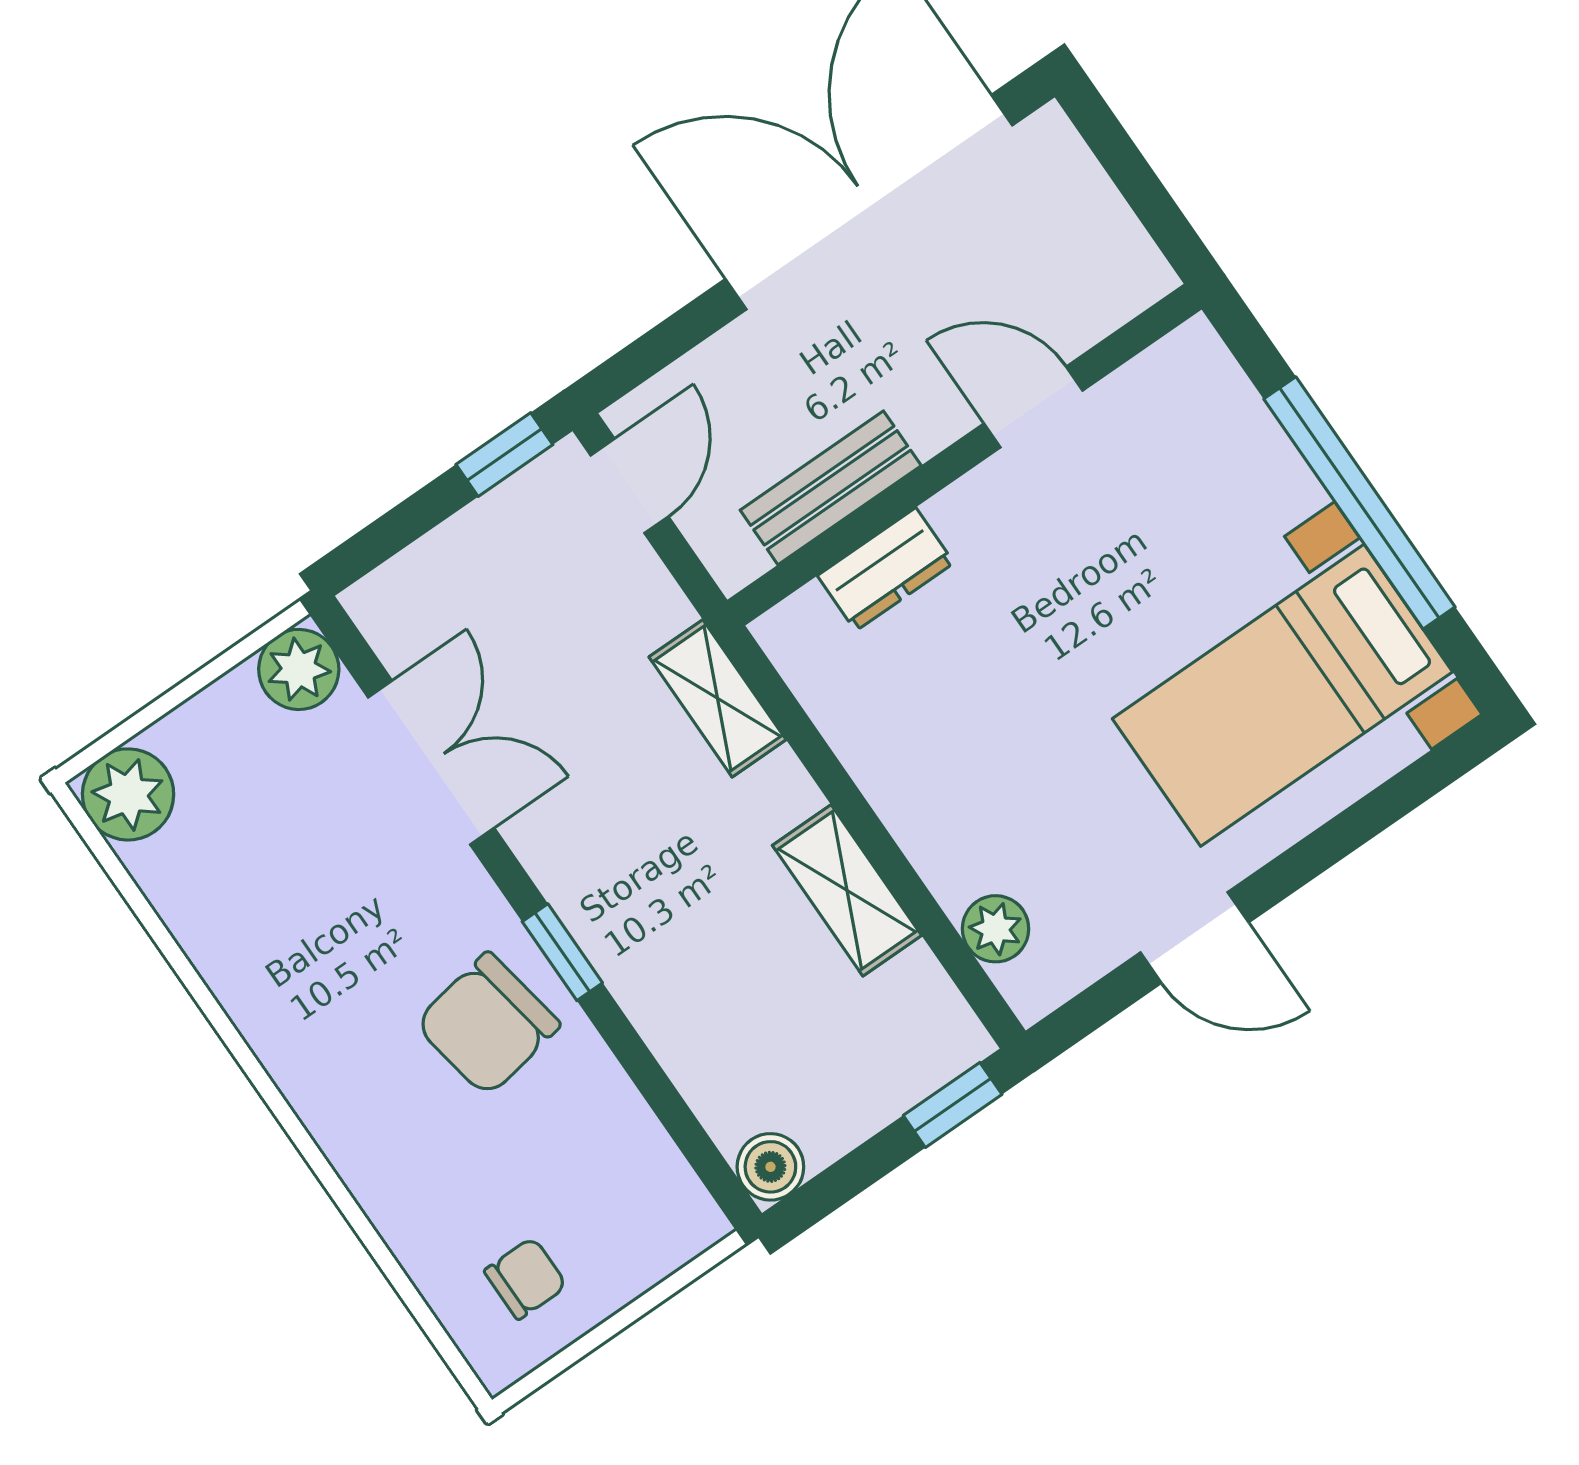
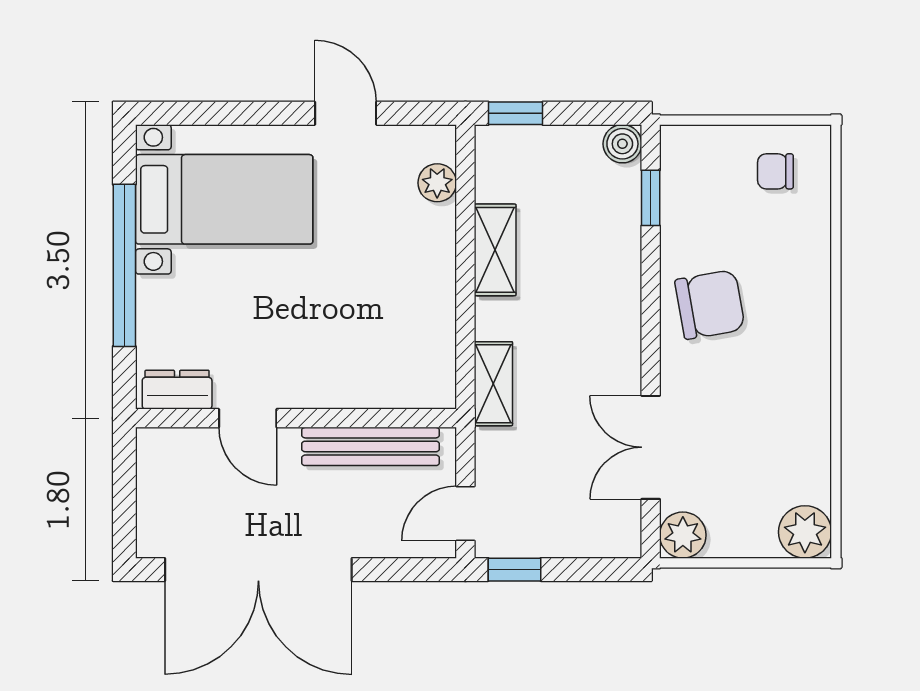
bench: (831, 488) -> (370, 446), width x1.36
dresser: (886, 569) -> (177, 390), moved
window: (562, 952) -> (651, 198), moved

